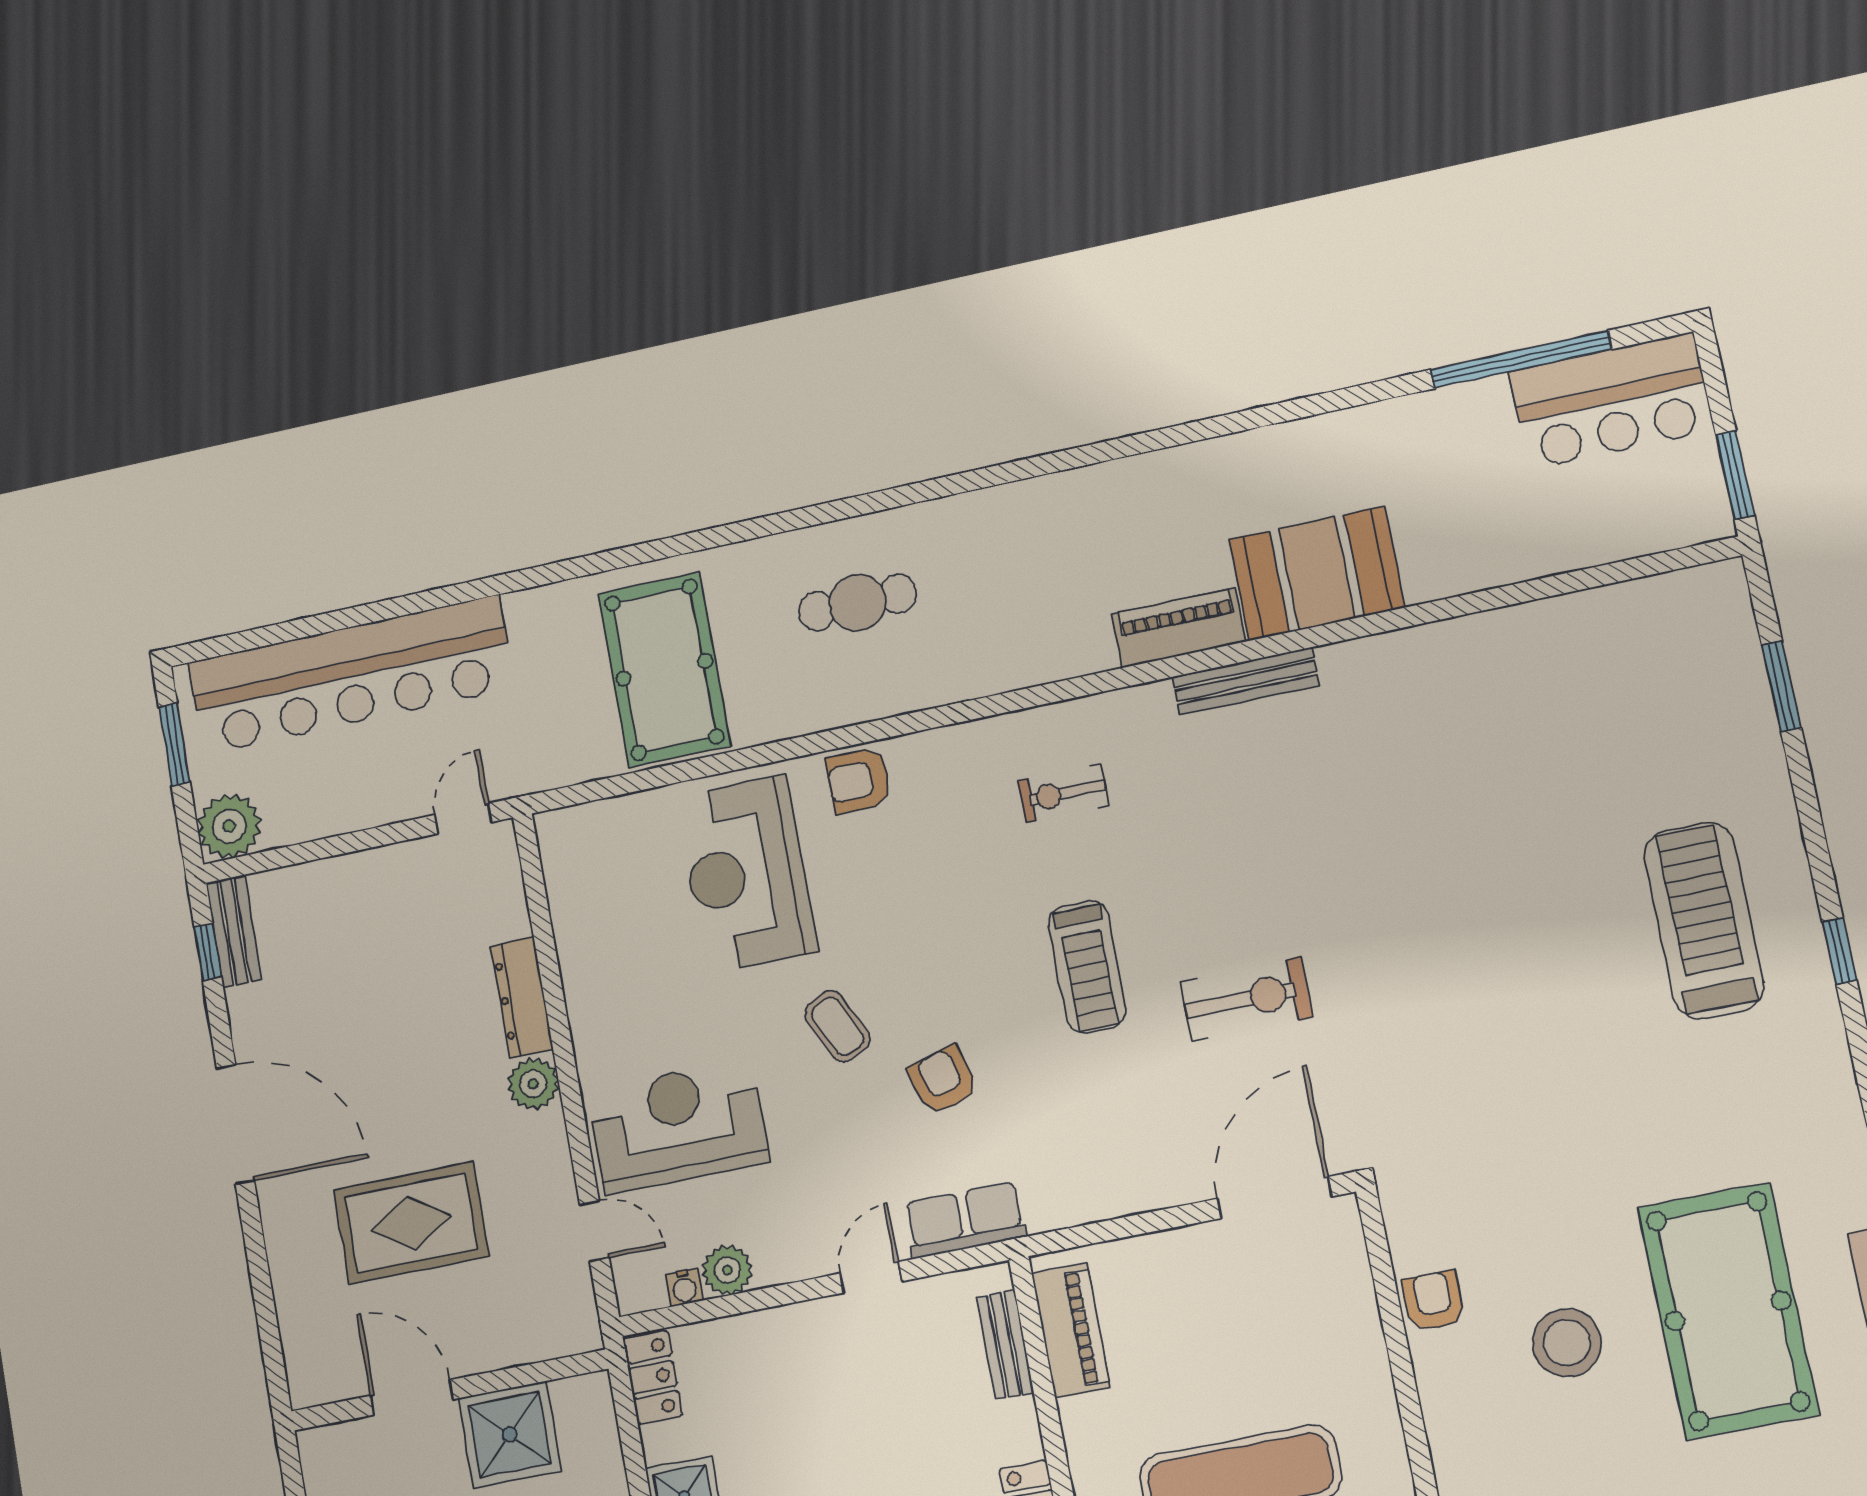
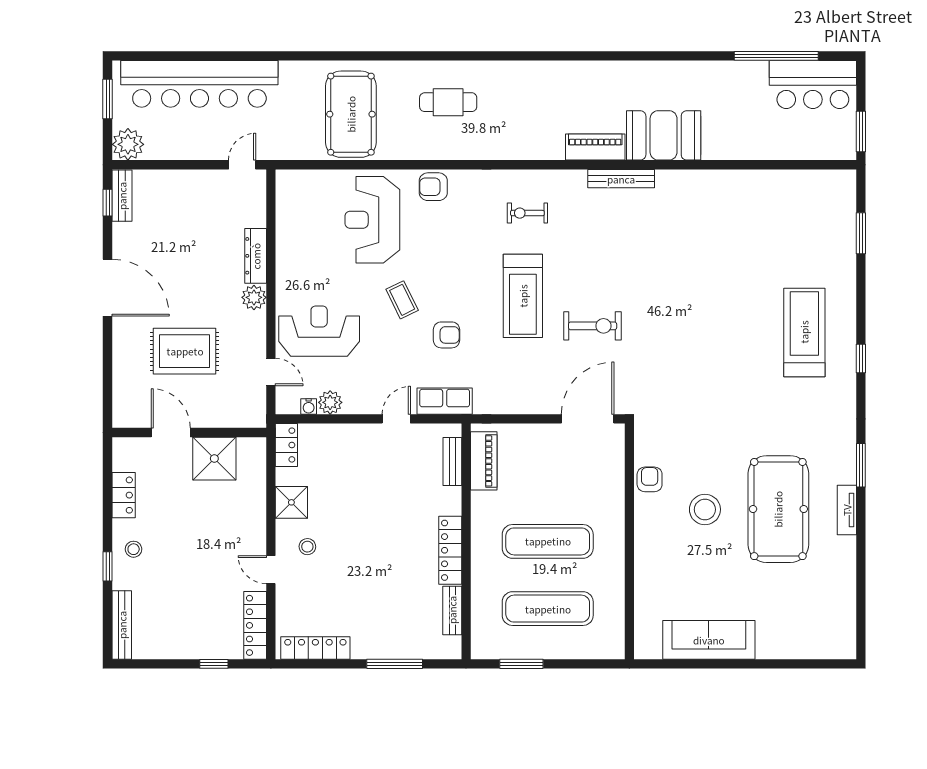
treadmill: (1087, 967) -> (523, 296), width x1.37, depth x1.38
armchair: (943, 1081) -> (446, 335), turned 106

